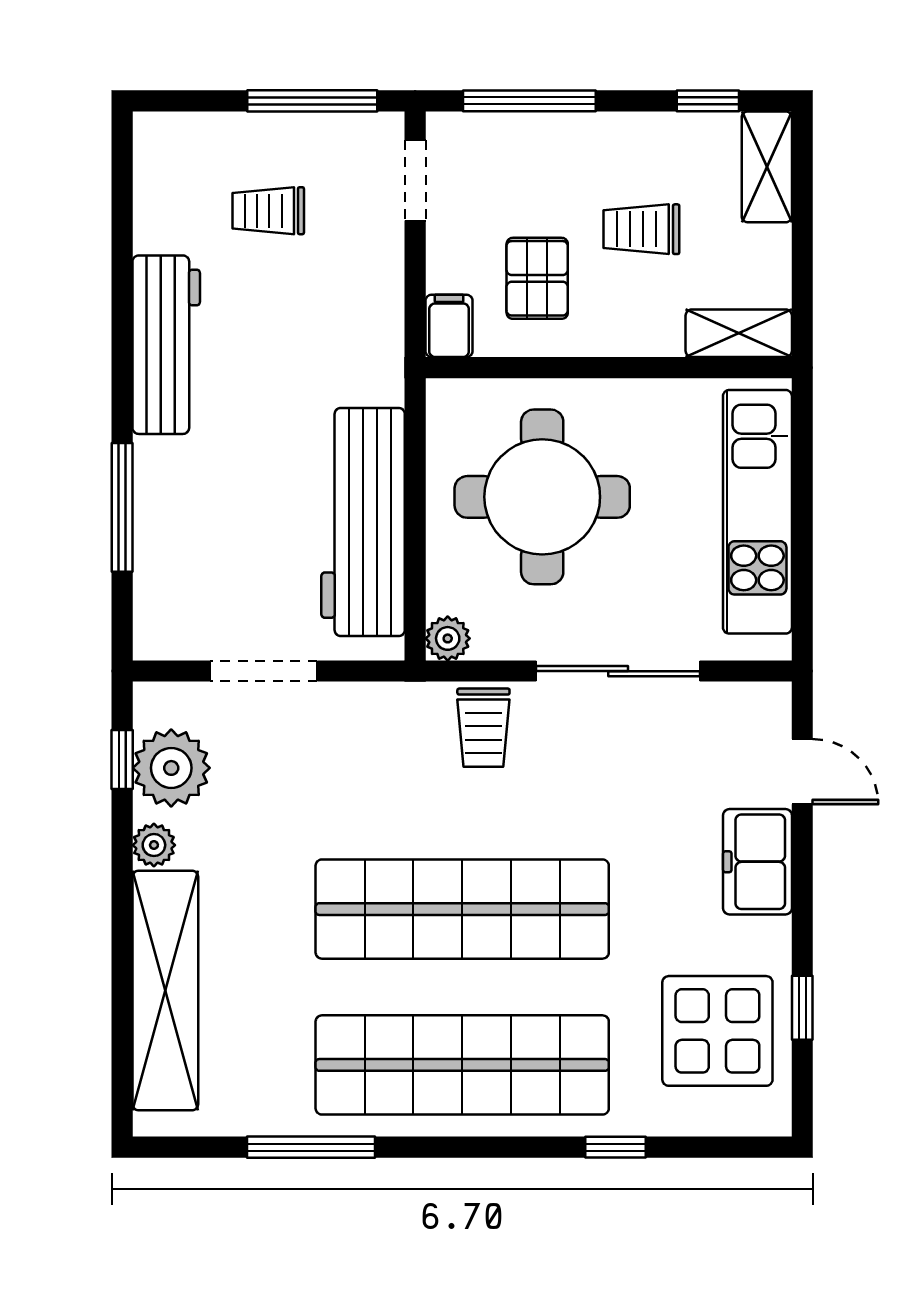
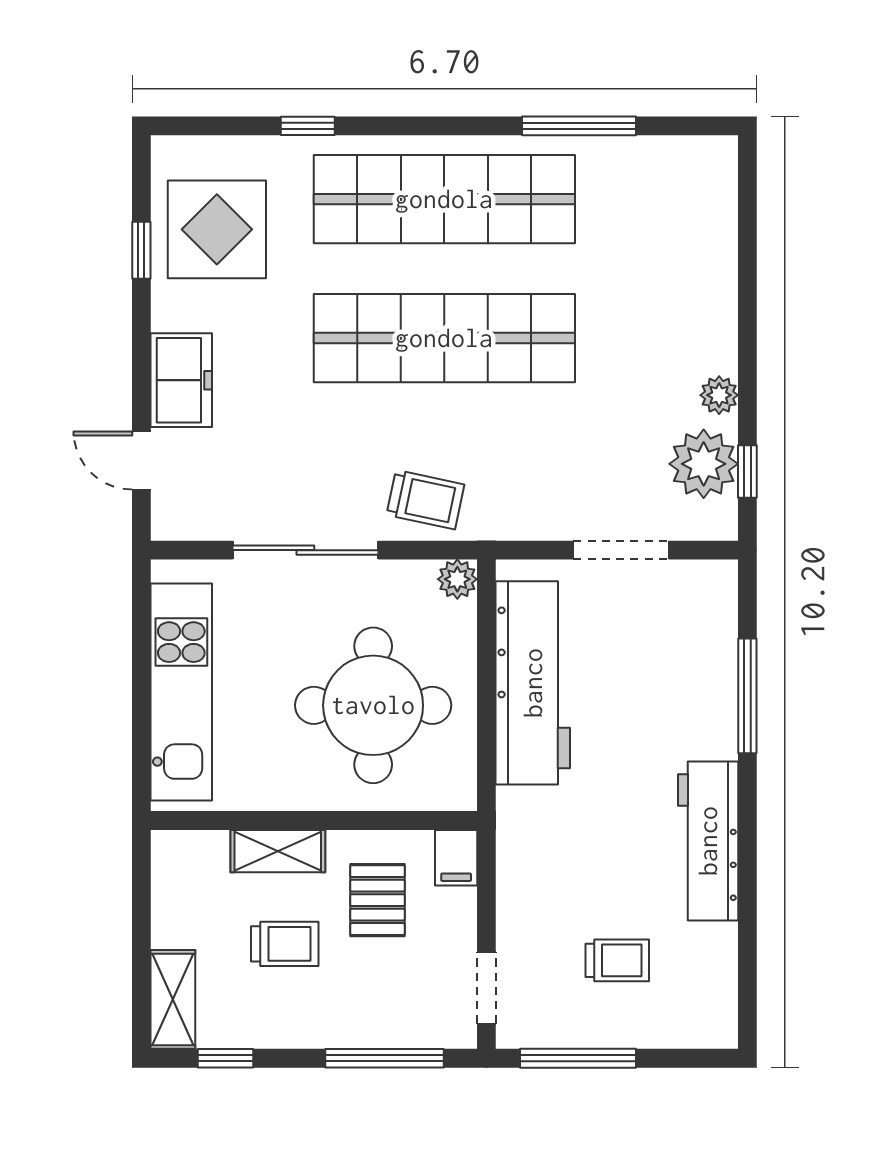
shelving: (739, 333) -> (278, 851), moved
trolley: (483, 728) -> (425, 500), turned 102
shelving: (165, 990) -> (709, 265), removed

